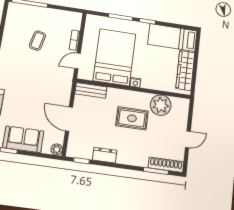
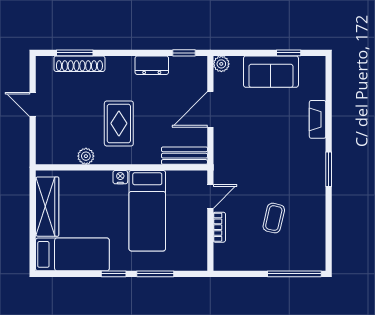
bed: (115, 57) -> (147, 211), width x0.67
plant: (161, 105) -> (86, 156), width x0.53, depth x0.53
rug: (132, 118) -> (119, 123), turned 90
door: (69, 119) -> (210, 109), swing flipped
door: (188, 139) -> (33, 105), hinge flipped
shoe rack: (166, 165) -> (79, 64), moved

